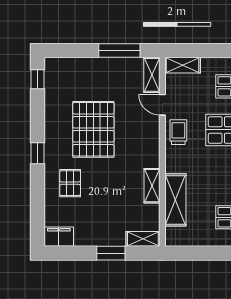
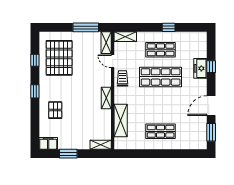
window: (37, 79) -> (35, 60), moved
pallet: (93, 129) -> (59, 58), moved
shelving: (152, 186) -> (106, 98), moved
window: (111, 253) -> (68, 154), moved

